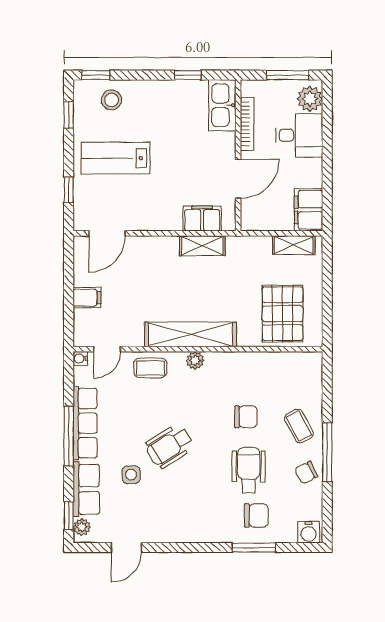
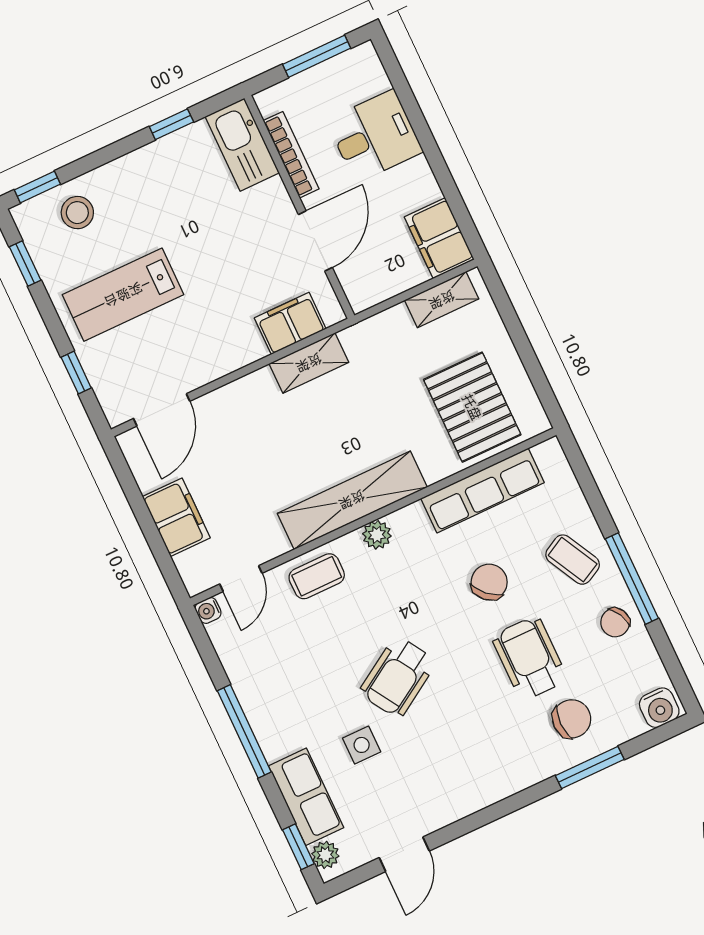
plant: (310, 99) -> (365, 75), removed
filing cabinet: (87, 298) -> (176, 517), width x2.00
chair: (246, 417) -> (489, 582), turned -47
row of seats: (85, 423) -> (482, 491), moved, turned 90

